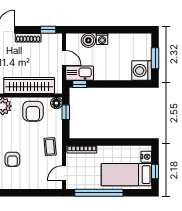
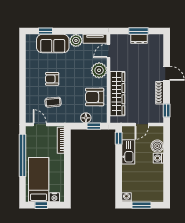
washing machine: (142, 71) -> (126, 197), width x0.53, depth x0.53
kitchen sink: (80, 73) -> (128, 152), moved
floor lamp: (56, 103) -> (86, 118), moved
coffee table: (50, 147) -> (53, 102), moved

